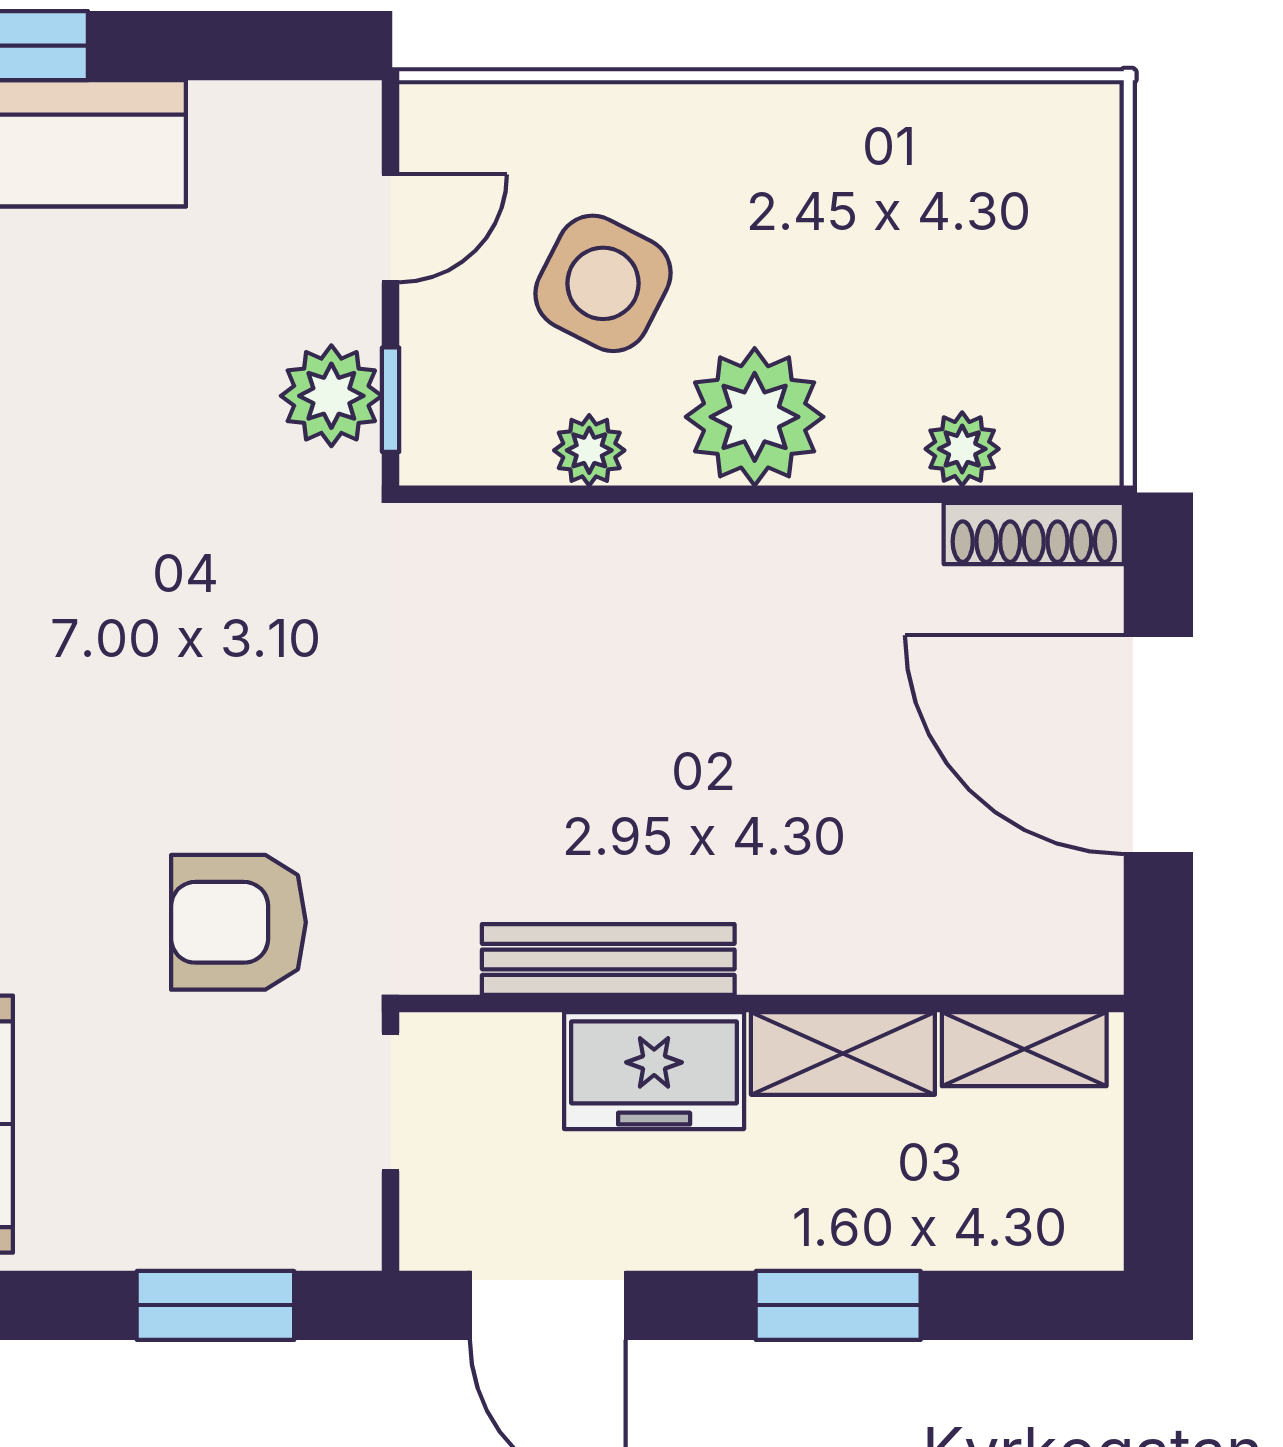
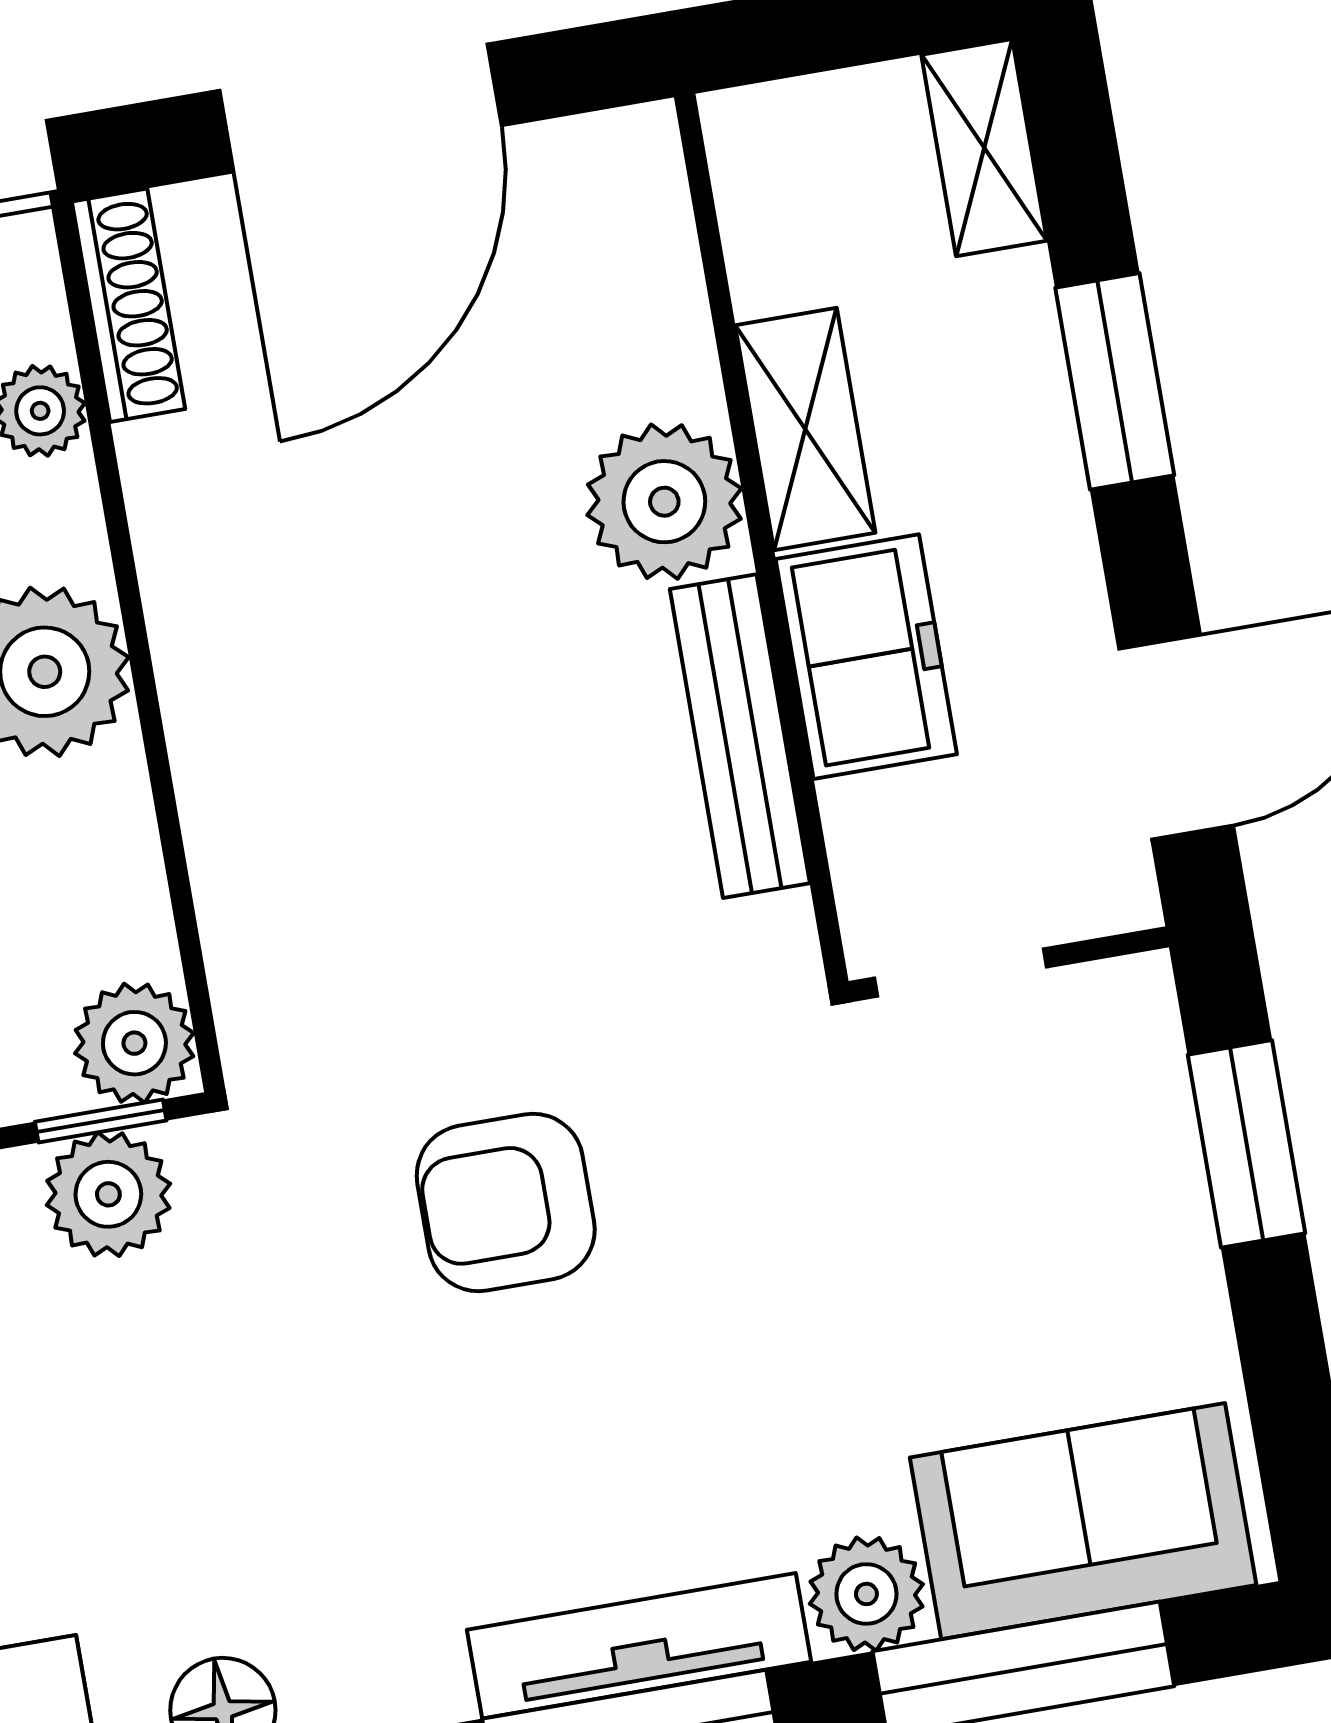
plant: (589, 450) -> (134, 1043), moved, width x1.38, depth x1.38
armchair: (239, 922) -> (506, 1202), moved, turned 90
plant: (805, 932) -> (664, 502), added
shelving: (1024, 1049) -> (984, 148), moved

